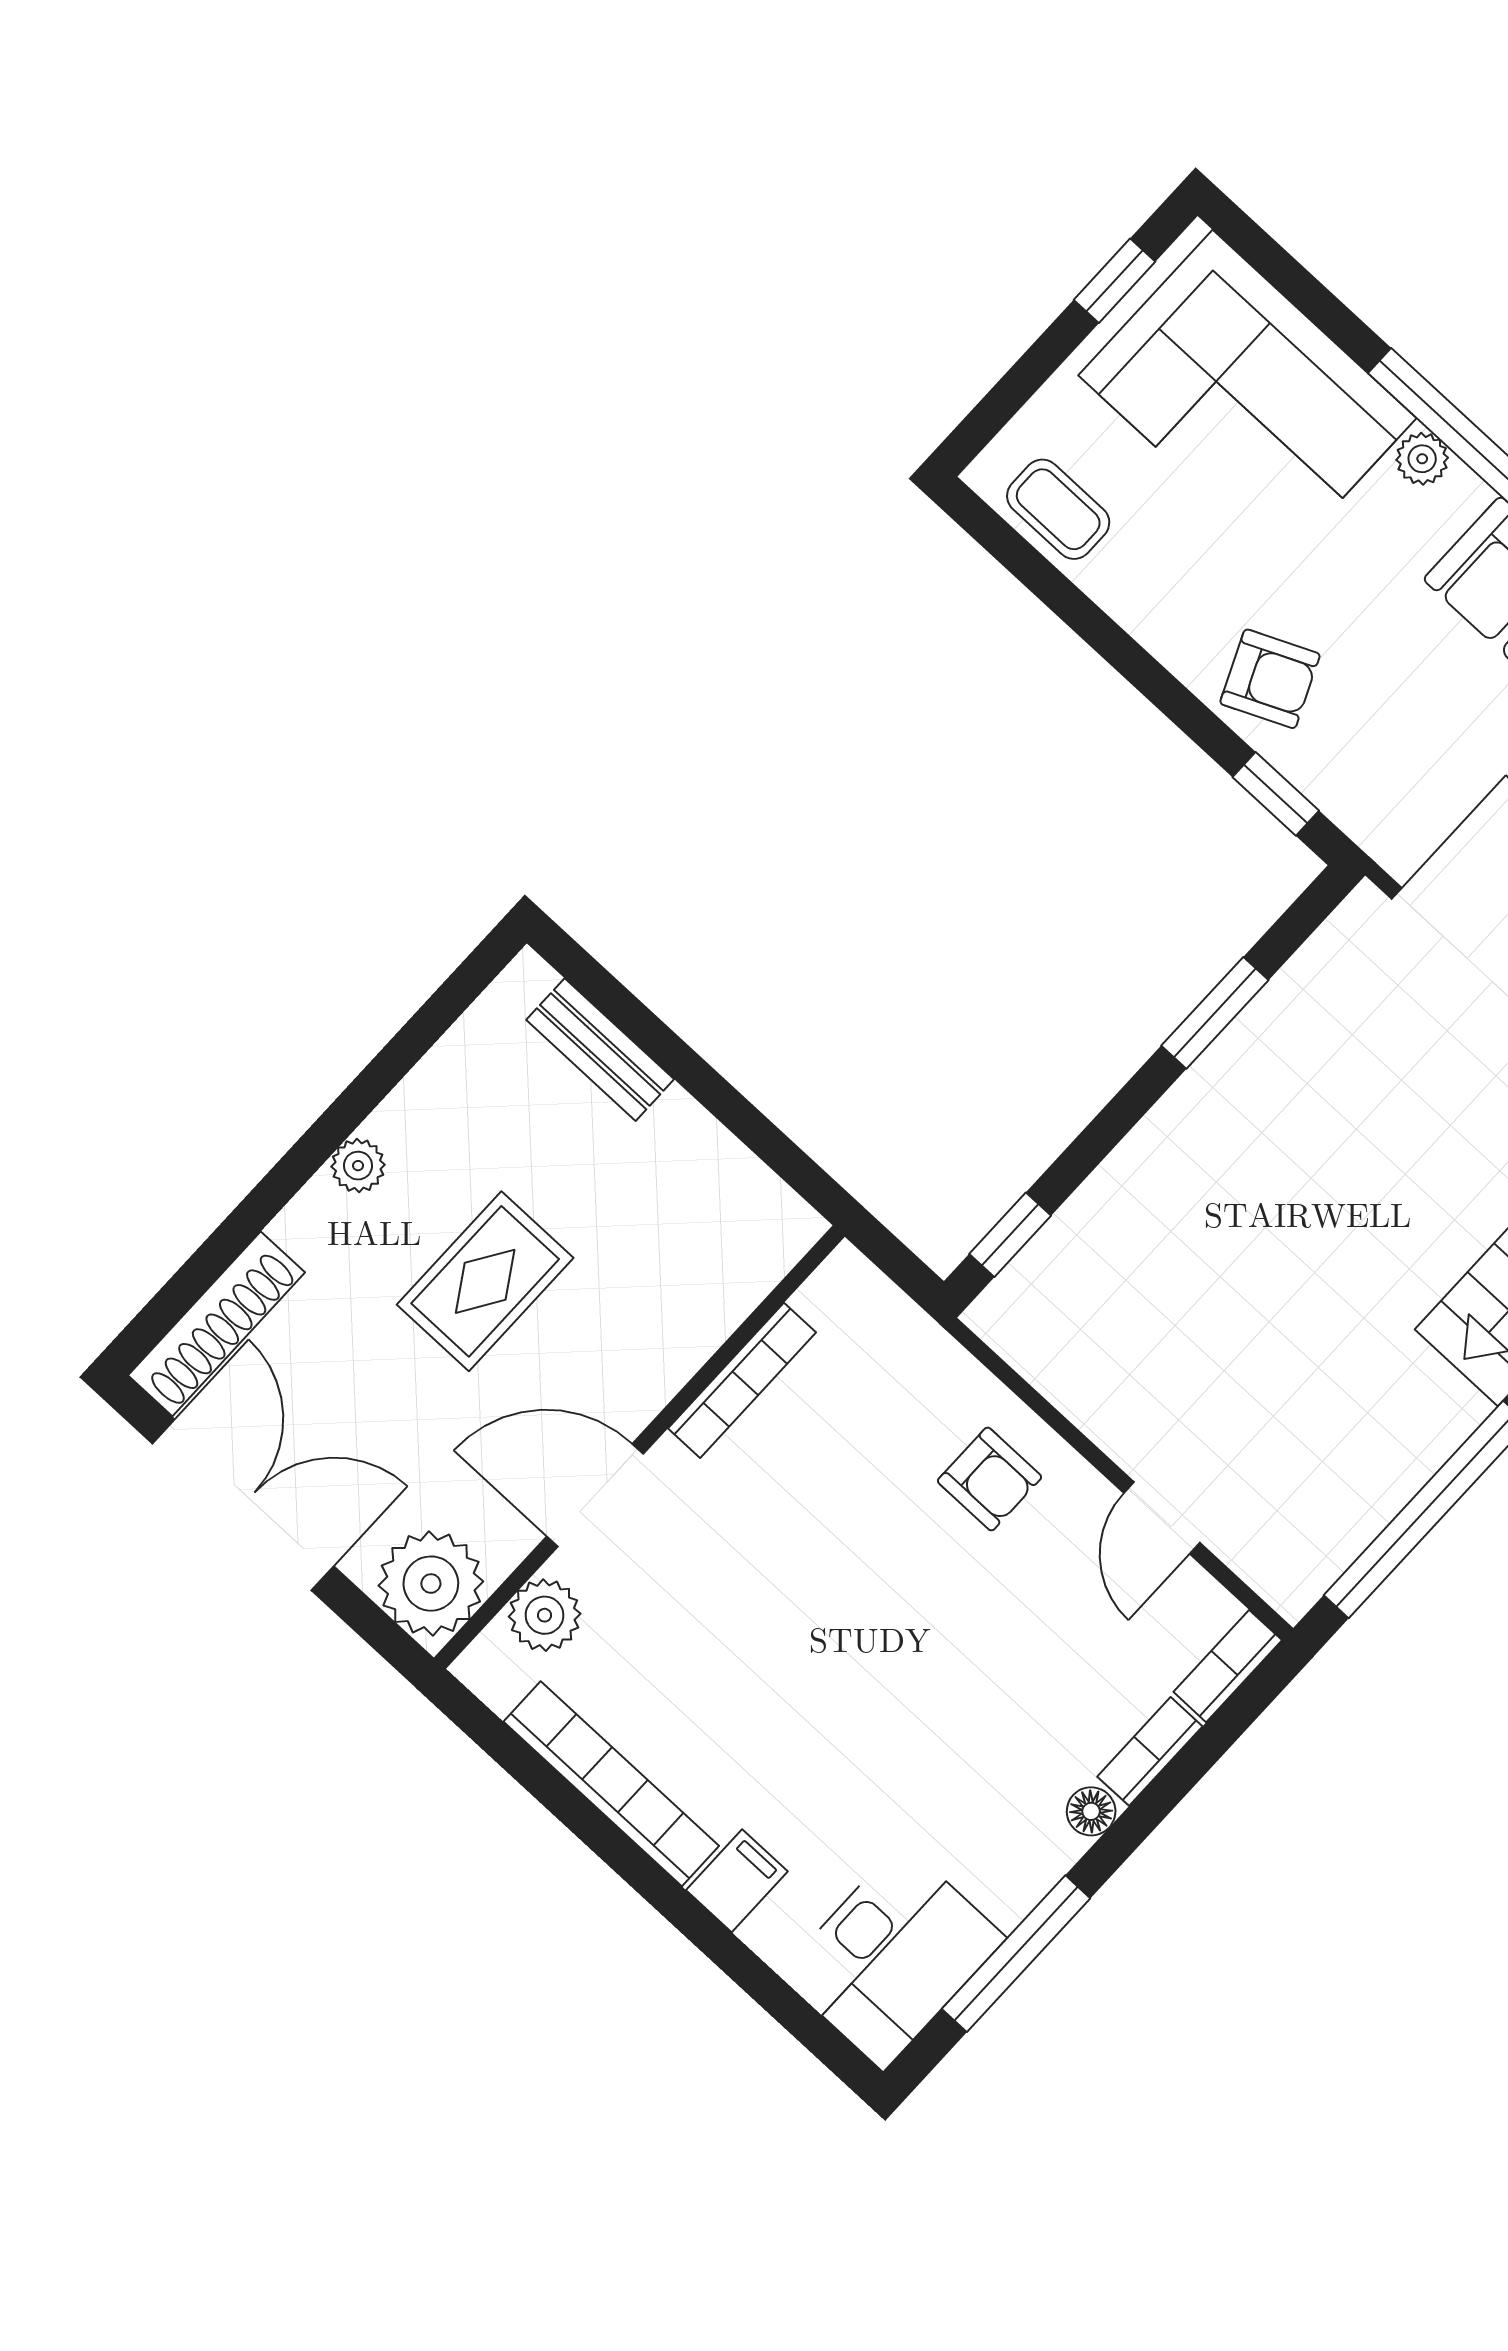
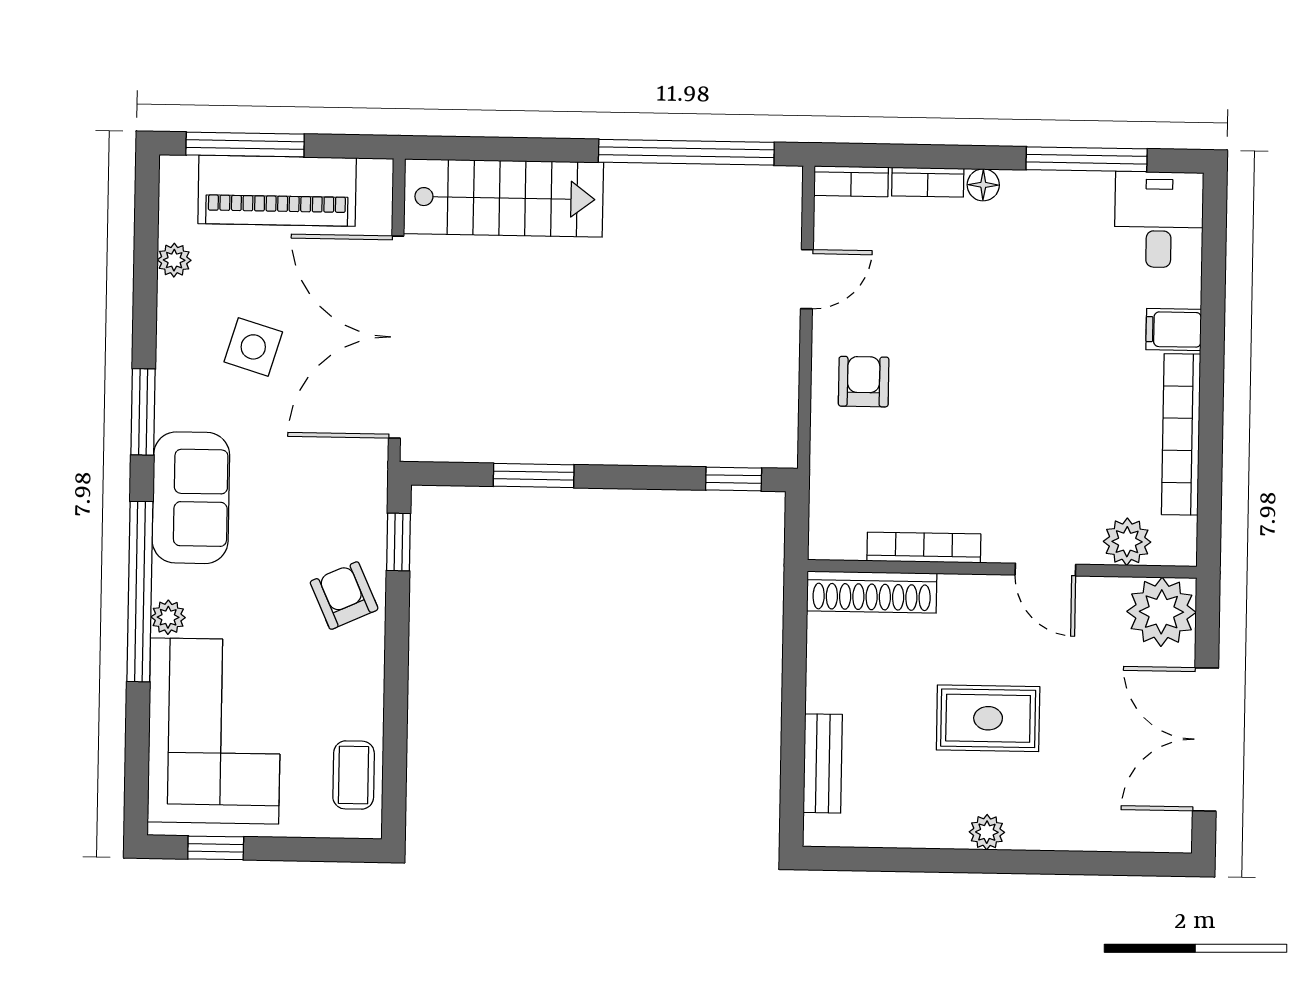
shoe rack: (216, 1324) -> (872, 592), moved, turned 180
door: (595, 1495) -> (1045, 570), width x0.73
desk: (892, 1956) -> (1159, 220), width x0.73

